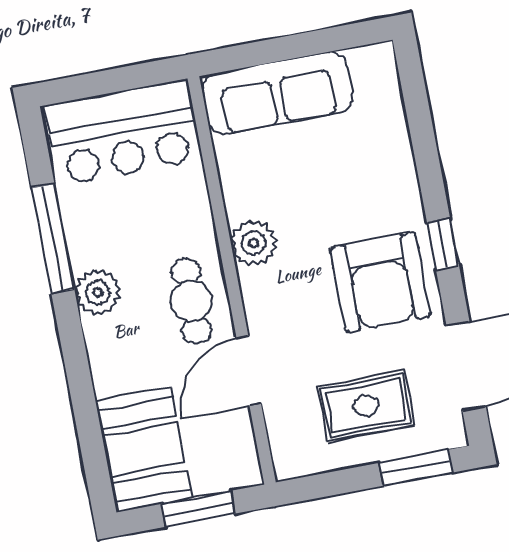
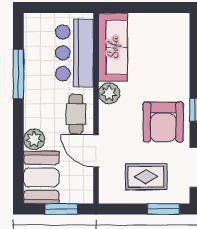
sofa: (277, 93) -> (113, 47), moved, turned -90
bar counter: (123, 132) -> (74, 53), moved, turned 90
plant: (98, 292) -> (34, 139), moved
door: (249, 371) -> (96, 151), hinge flipped

